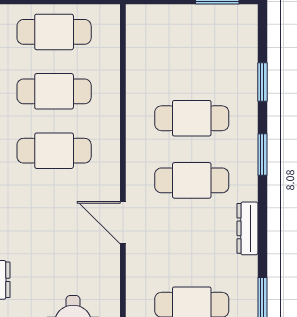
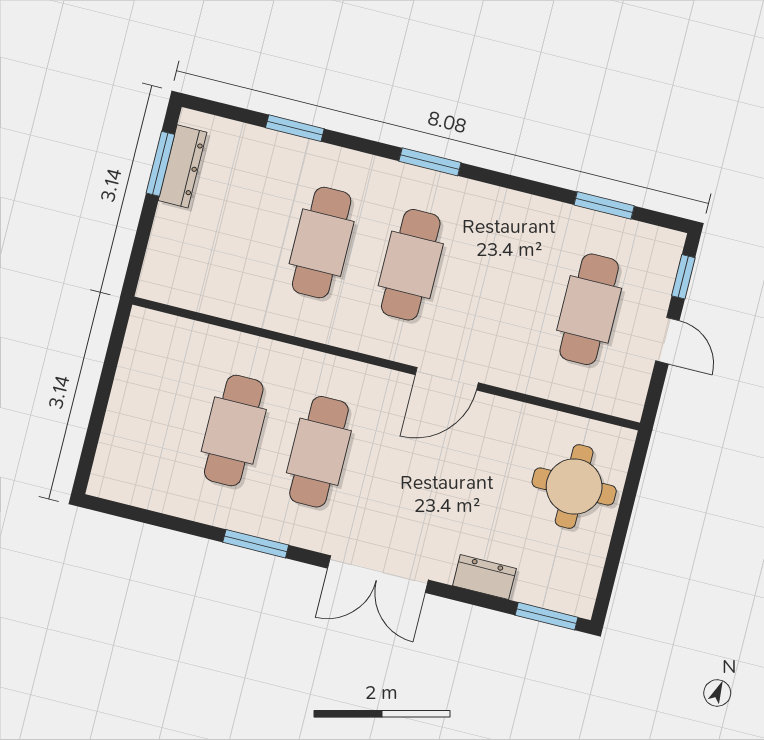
cafe table: (54, 32) -> (149, 409), removed
window: (262, 154) -> (430, 162), moved
dresser: (247, 228) -> (183, 166), moved, turned -90

